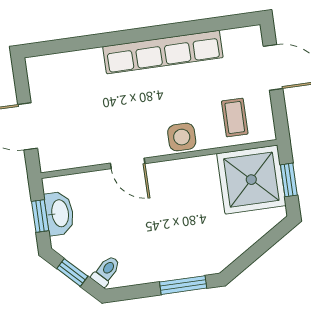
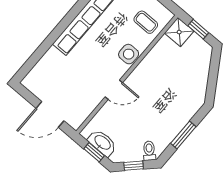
shower: (251, 180) -> (179, 32), width x0.54, depth x0.54
window: (183, 285) -> (183, 135), moved

